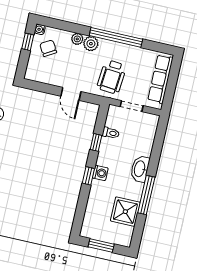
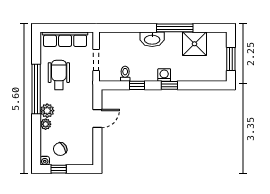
wheelchair: (112, 77) -> (59, 75), moved, turned -95

